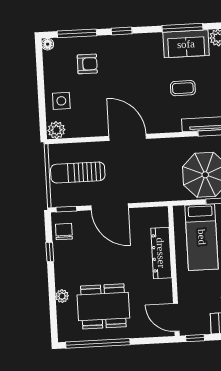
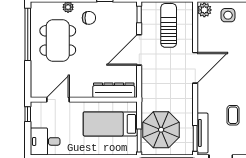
chair: (64, 232) -> (89, 18), moved
dresser: (161, 253) -> (114, 90), moved
door: (176, 317) -> (58, 100), moved

